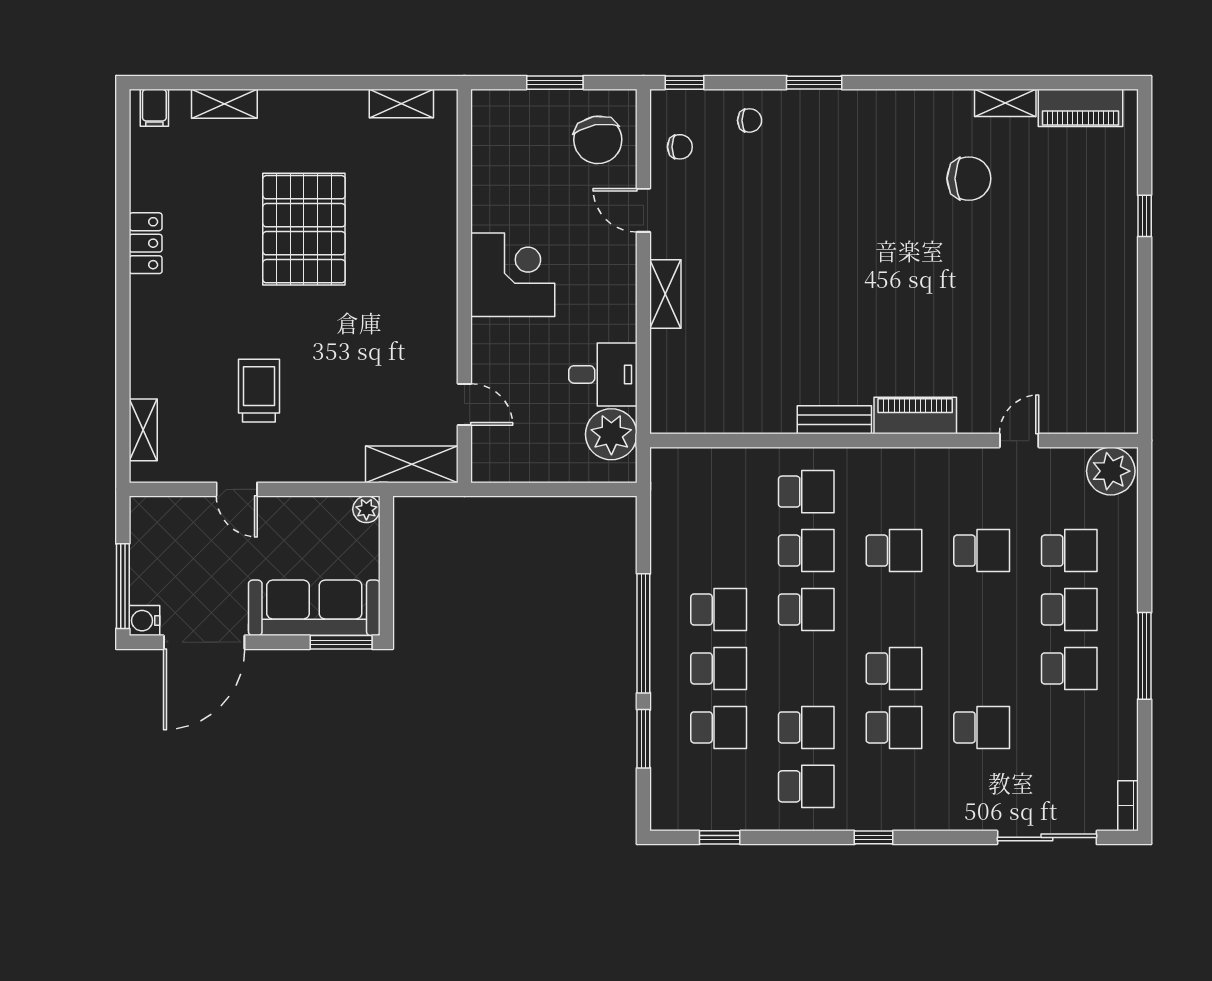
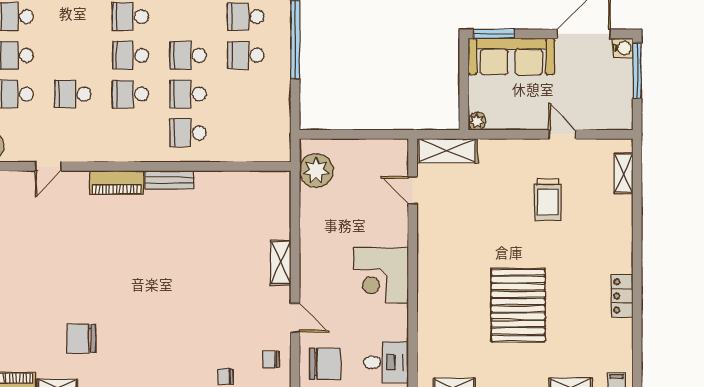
chair: (598, 140) -> (325, 364), turned 100
desk: (603, 374) -> (386, 362), moved, turned 180
school desk: (894, 610) -> (130, 55), added

